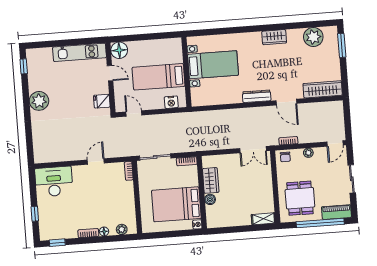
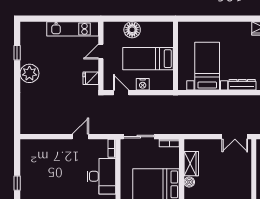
floor lamp: (119, 50) -> (132, 30), moved
bed with nightstands: (213, 65) -> (207, 66), moved, turned -90
window: (24, 66) -> (17, 53), moved
door: (110, 73) -> (101, 52), swing flipped
nightstand: (171, 102) -> (143, 84), moved
desk: (54, 182) -> (101, 176), moved, turned 90

